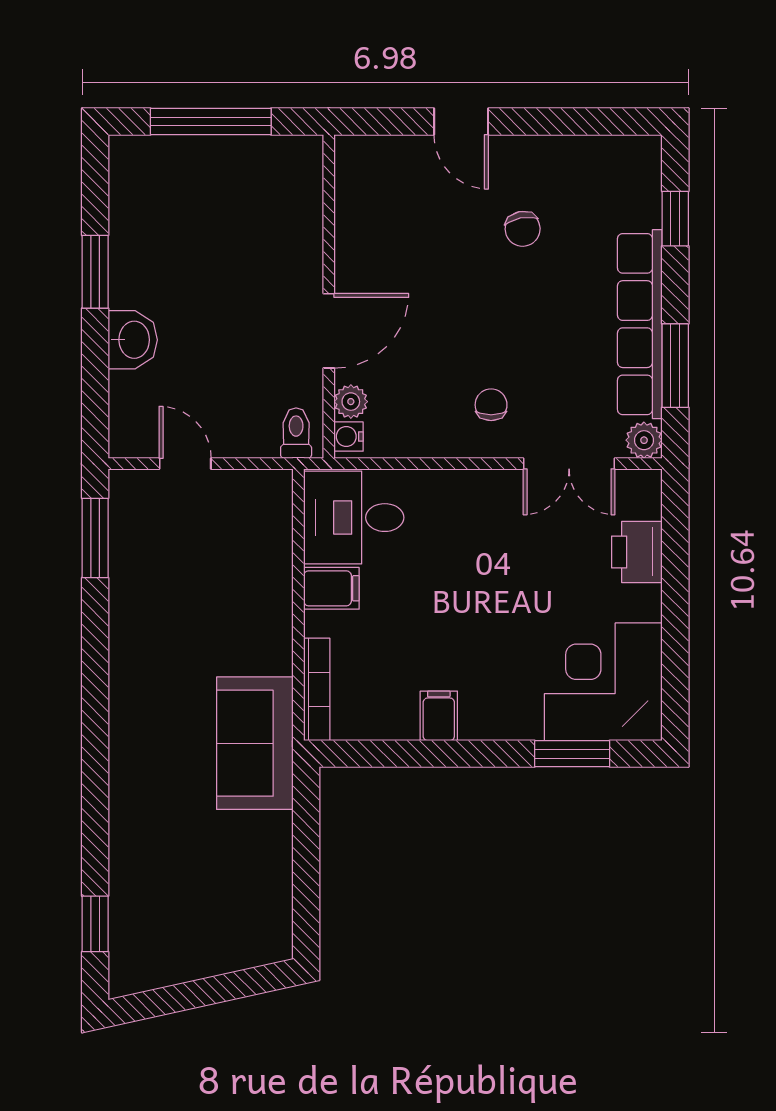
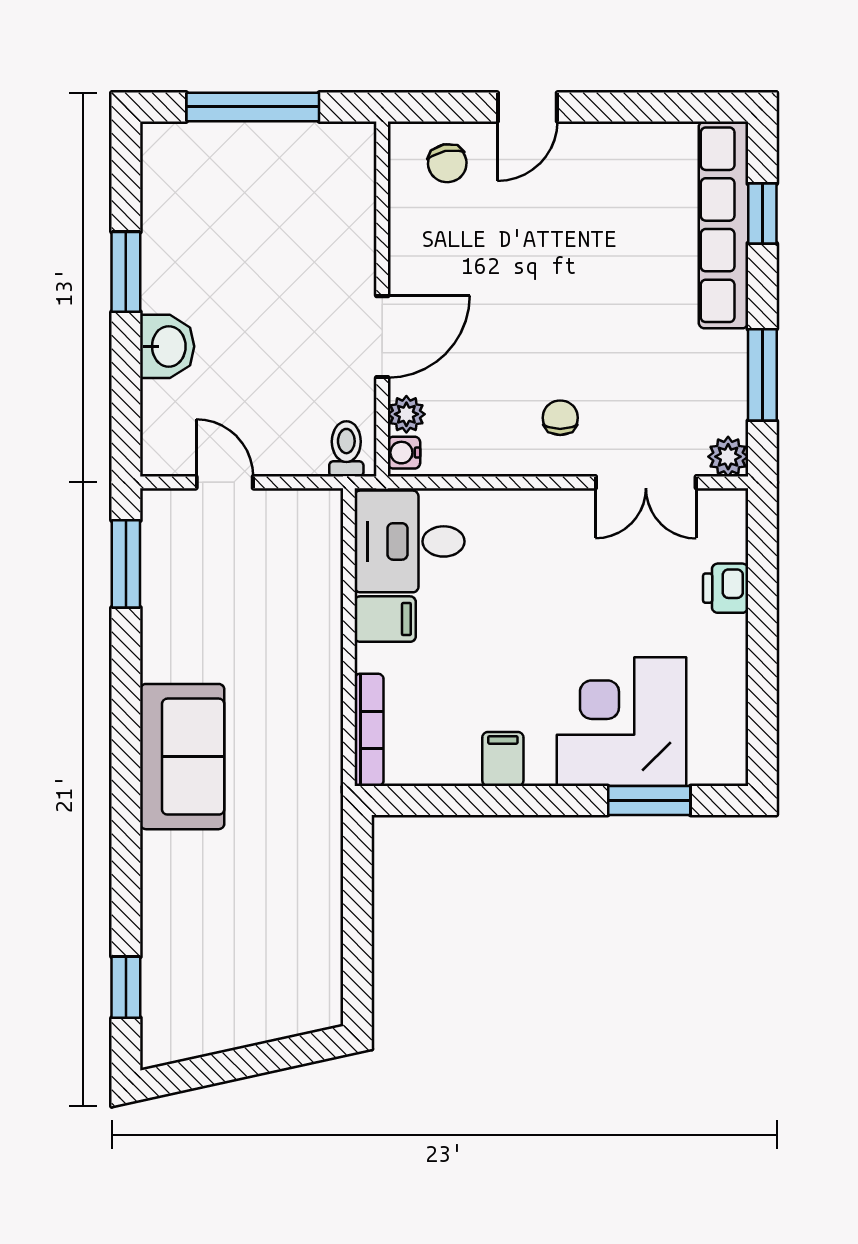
door: (461, 121) -> (527, 107), hinge flipped
chair: (523, 229) -> (447, 163), moved
row of seats: (640, 324) -> (723, 225), moved
printer: (637, 552) -> (726, 588), width x0.73, depth x0.81
corner desk: (603, 682) -> (621, 722), moved
sofa: (255, 743) -> (182, 757), moved, turned 180

